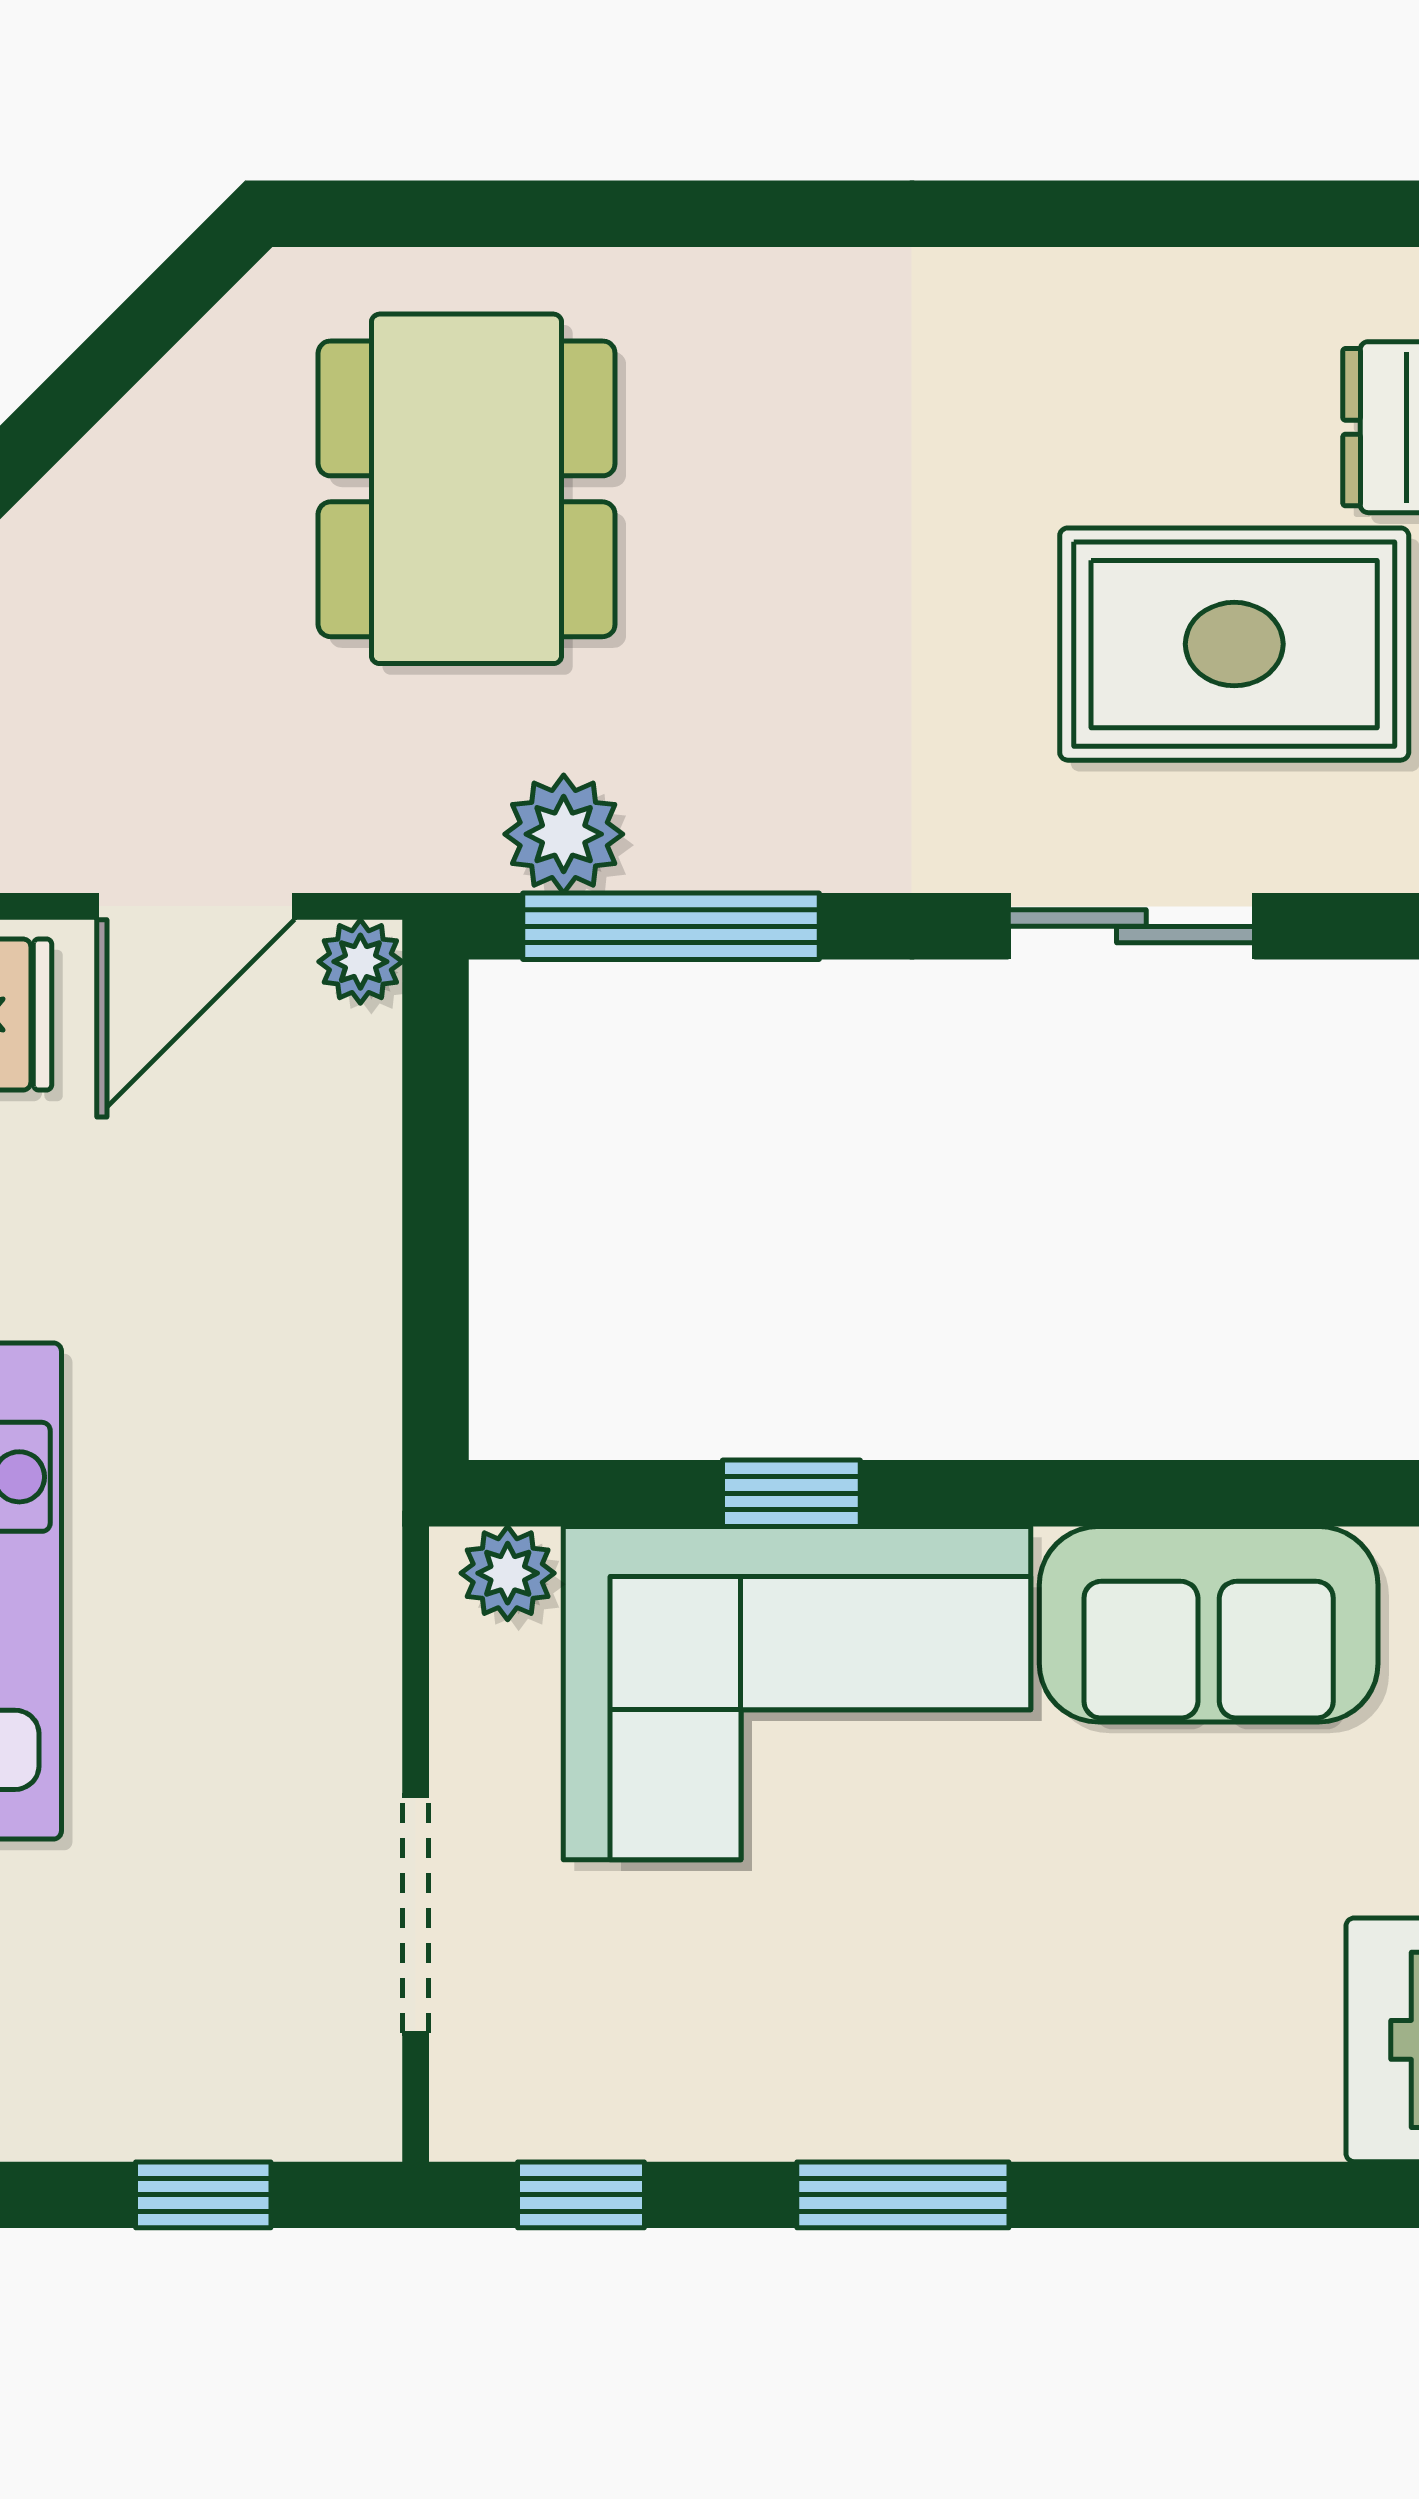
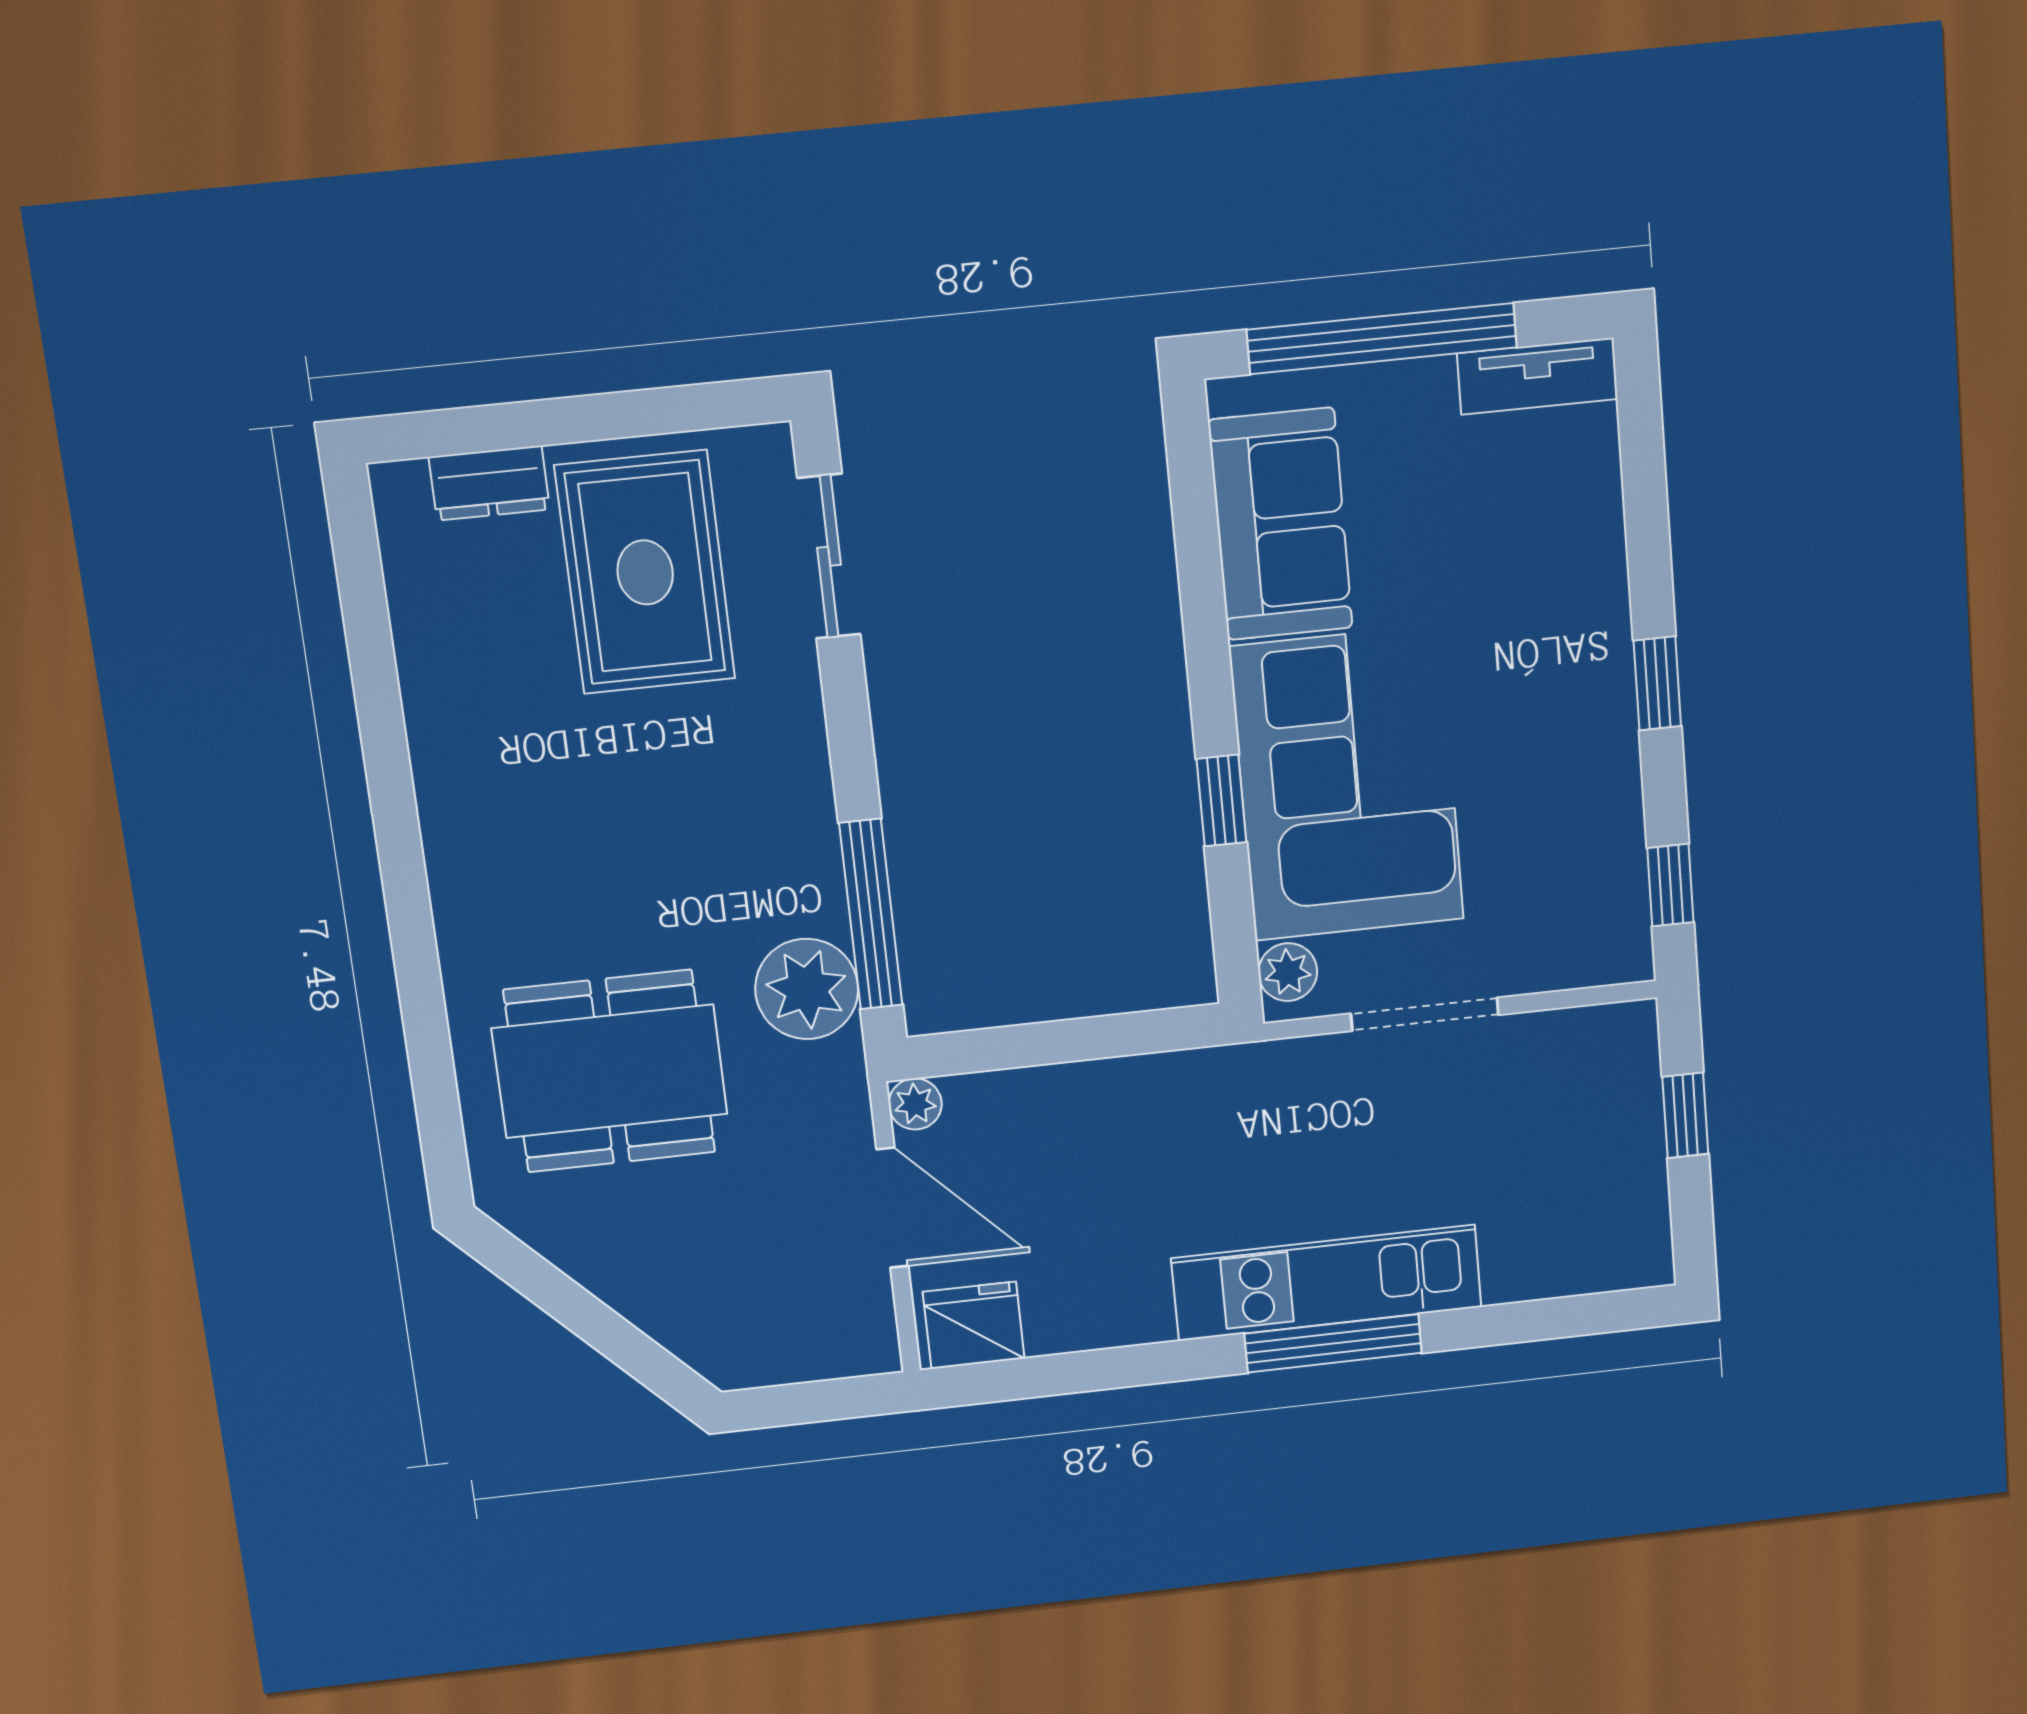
plant: (564, 834) -> (807, 989), width x1.36, depth x1.36
sliding door: (1131, 926) -> (829, 556), moved
doorway: (416, 1914) -> (1425, 1014), moved
window: (903, 2195) -> (1657, 683), width x0.67

